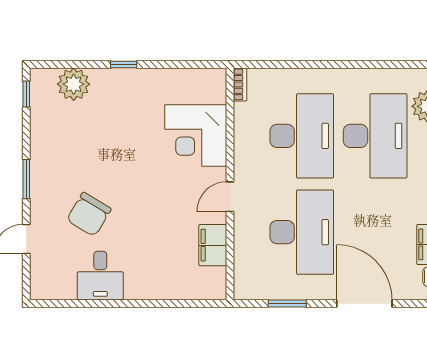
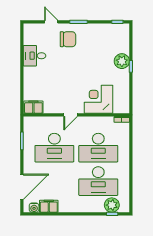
plant: (74, 84) -> (122, 61), moved
door: (230, 197) -> (71, 115), swing flipped
chair: (89, 214) -> (68, 39), moved, turned 149
filing cabinet: (213, 245) -> (33, 107), moved
door: (364, 304) -> (22, 187), moved

